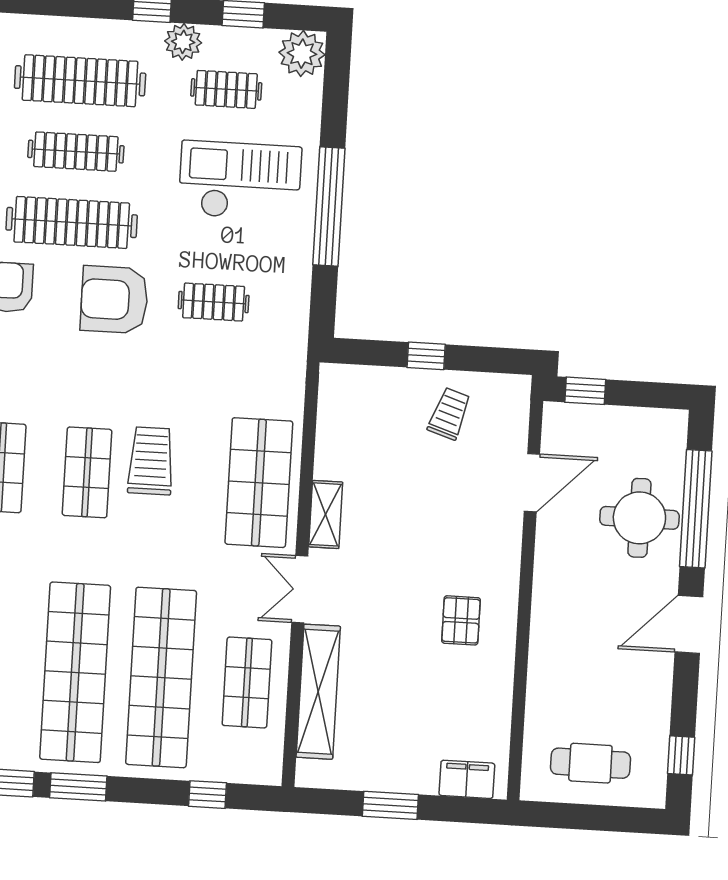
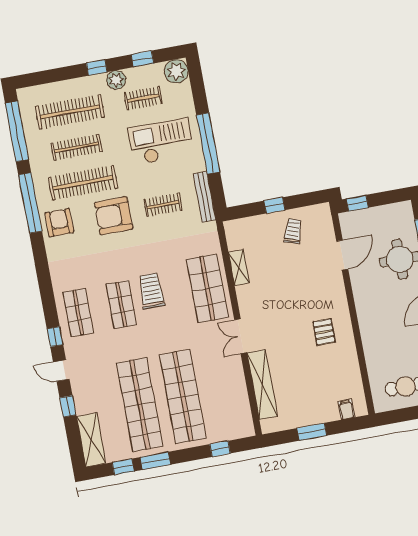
bench: (297, 307) -> (204, 197), added
shelving: (326, 514) -> (239, 267), moved
shop shelf: (247, 683) -> (226, 389), removed
filing cabinet: (467, 779) -> (346, 410), width x0.50

